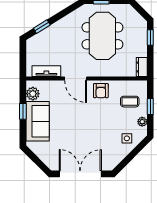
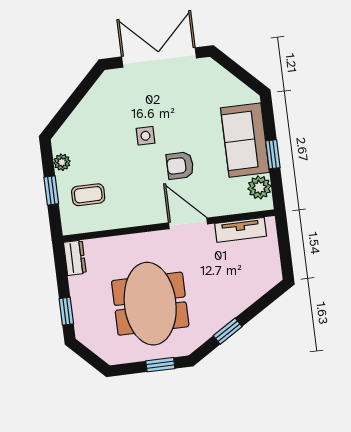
window: (42, 27) -> (228, 331), moved
armchair: (101, 91) -> (180, 166), moved, turned -90
side table: (127, 138) -> (145, 136), moved
double door: (80, 174) -> (159, 57), swing flipped

